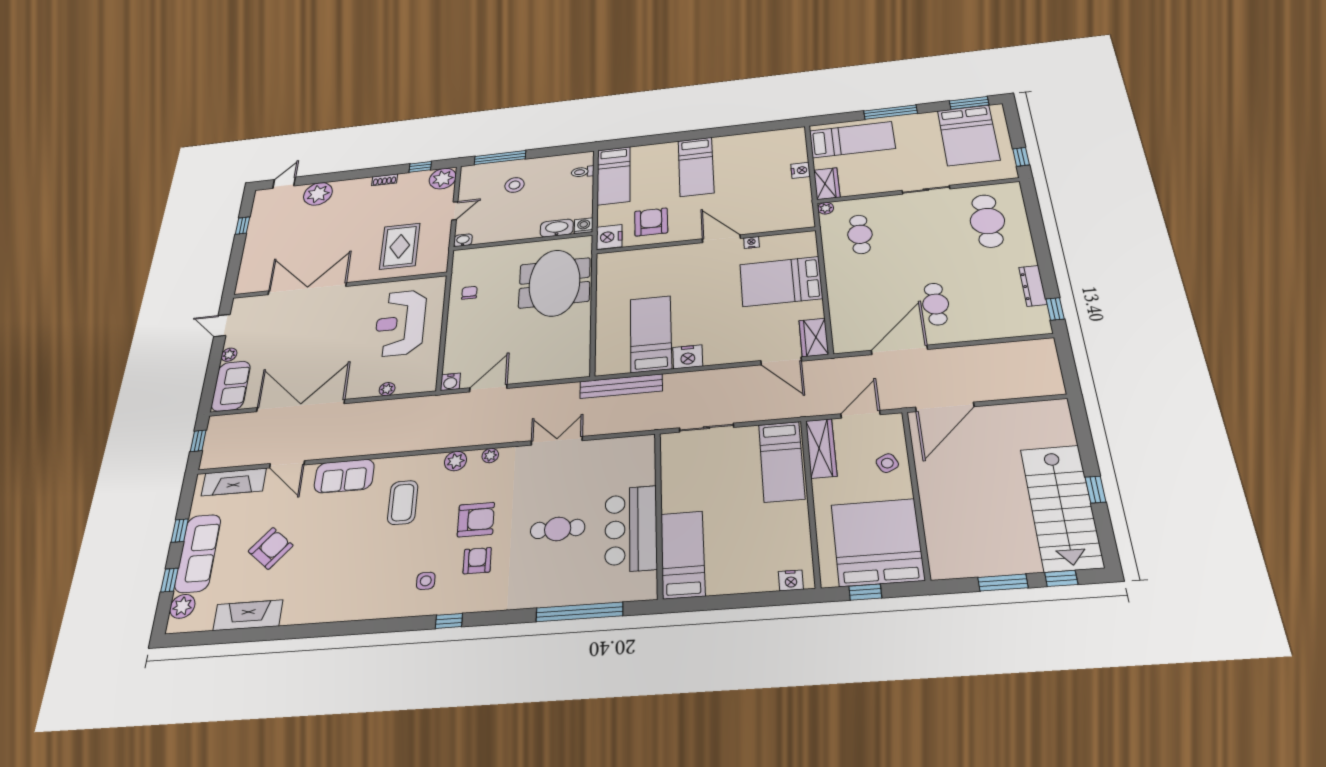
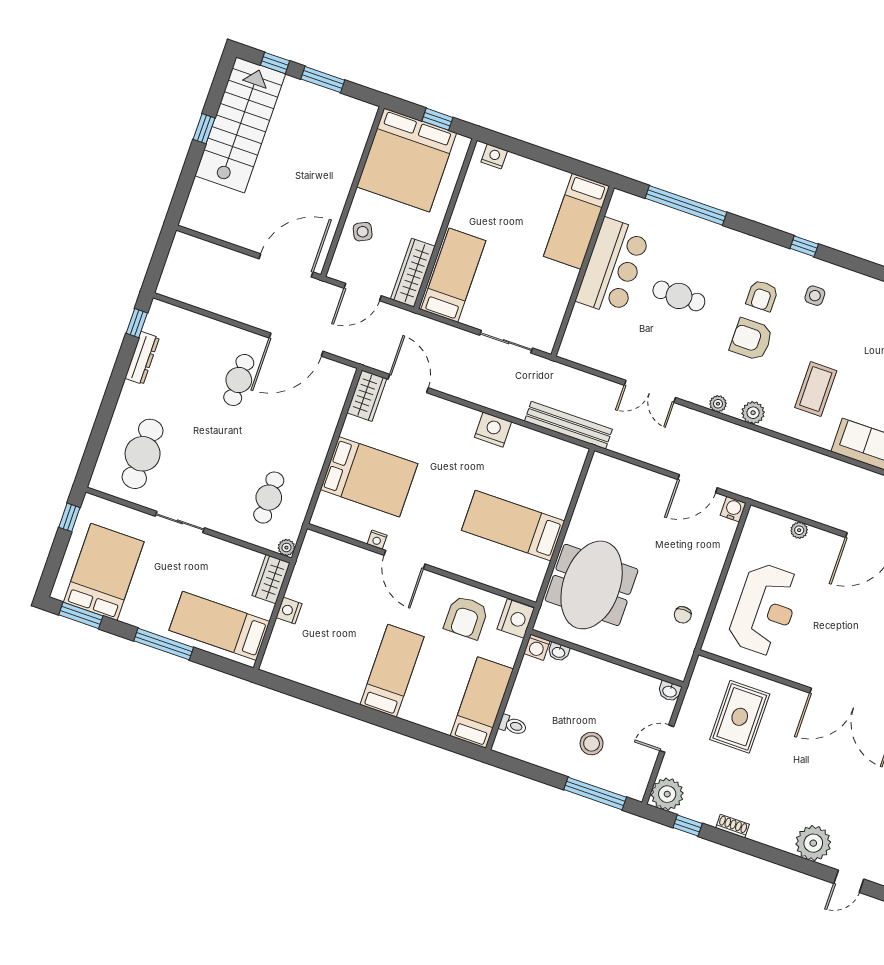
washbasin: (557, 228) -> (559, 652), width x0.52, depth x0.69
bed: (651, 334) -> (513, 526), moved, turned 90

